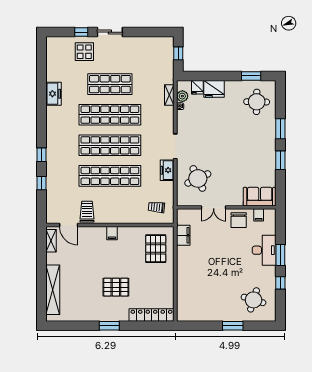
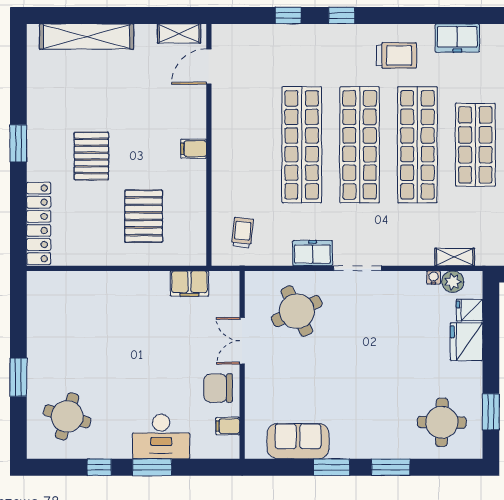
sofa: (260, 197) -> (298, 441), moved, turned -90
trolley: (87, 212) -> (396, 56), moved
pallet: (156, 249) -> (144, 216), moved, turned 90

